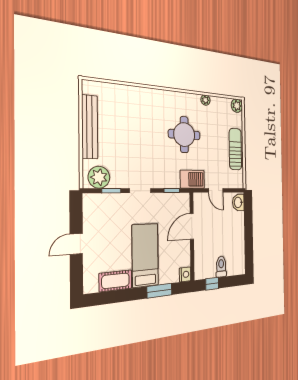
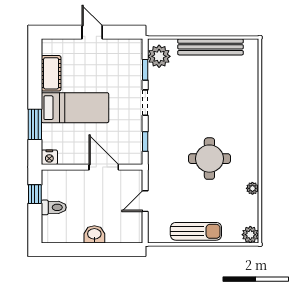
barbecue: (192, 179) -> (158, 169), removed
washbasin: (238, 202) -> (94, 234), moved

